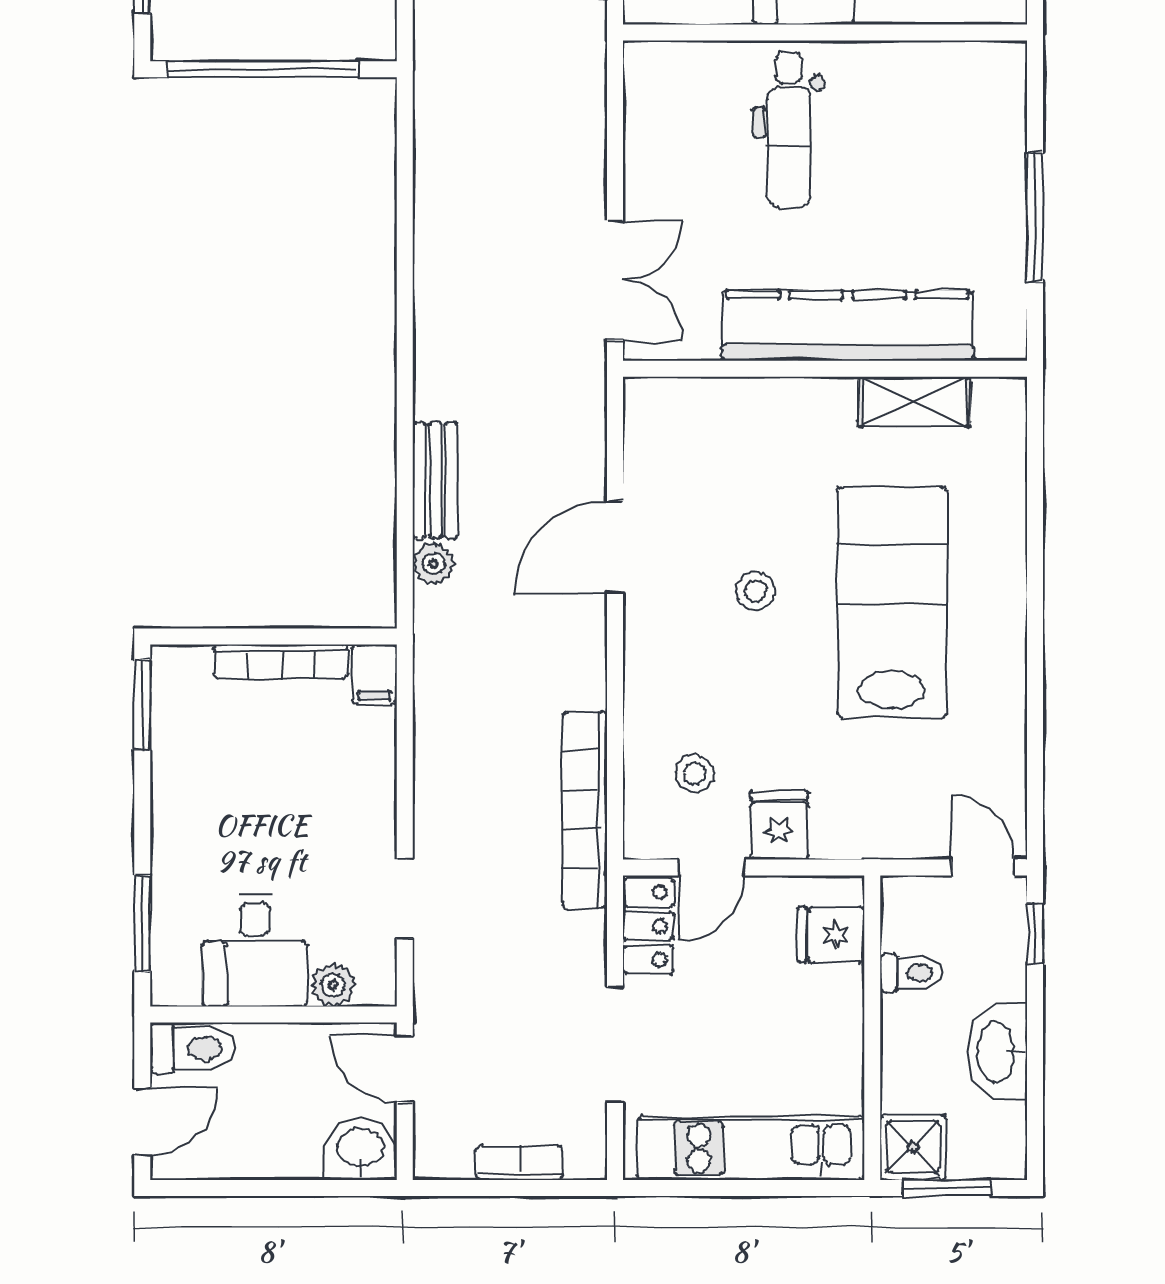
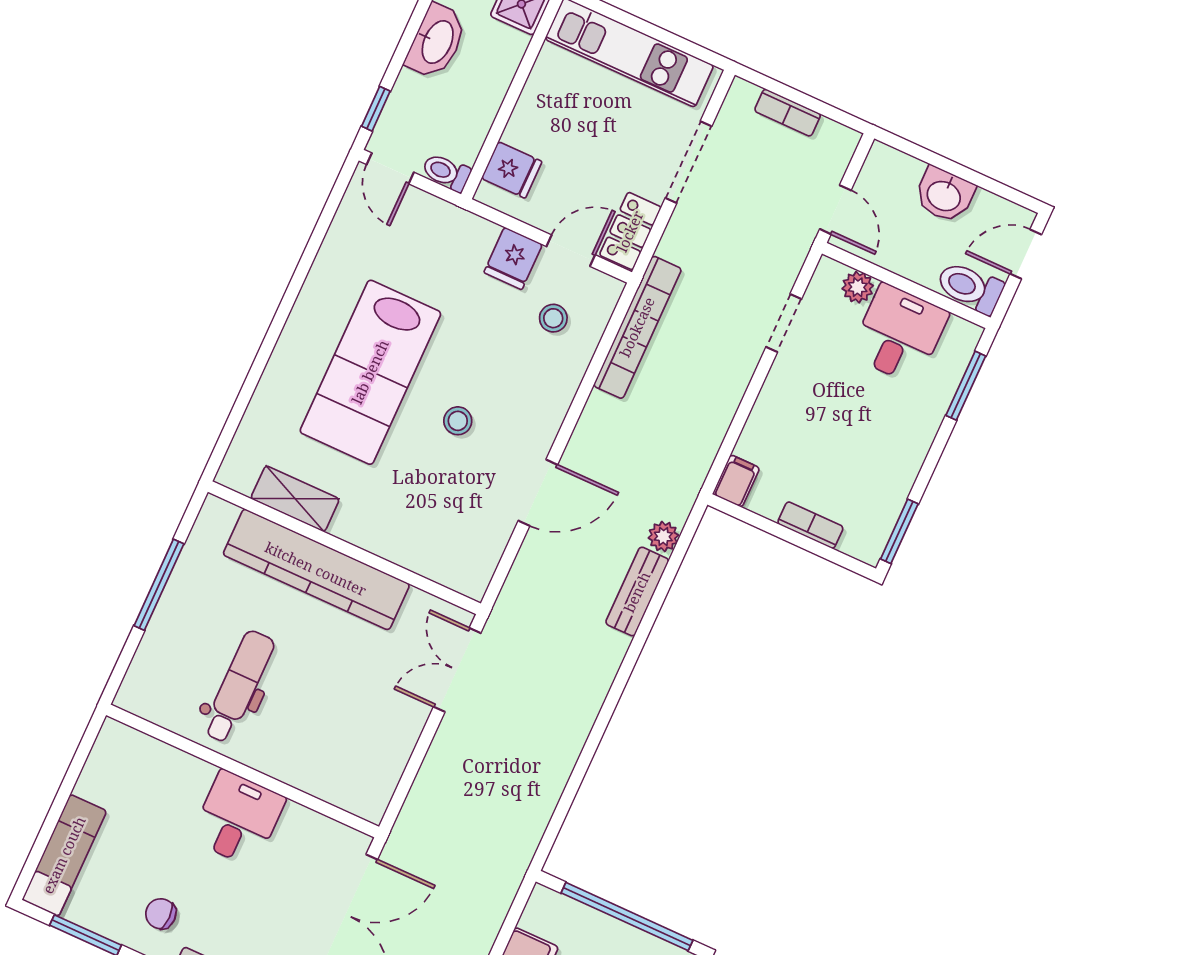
dental chair: (789, 130) -> (239, 687), moved
bookcase: (281, 661) -> (810, 525), width x0.64
toilet: (911, 972) -> (446, 172), moved
washbasin: (361, 1149) -> (944, 195), moved

